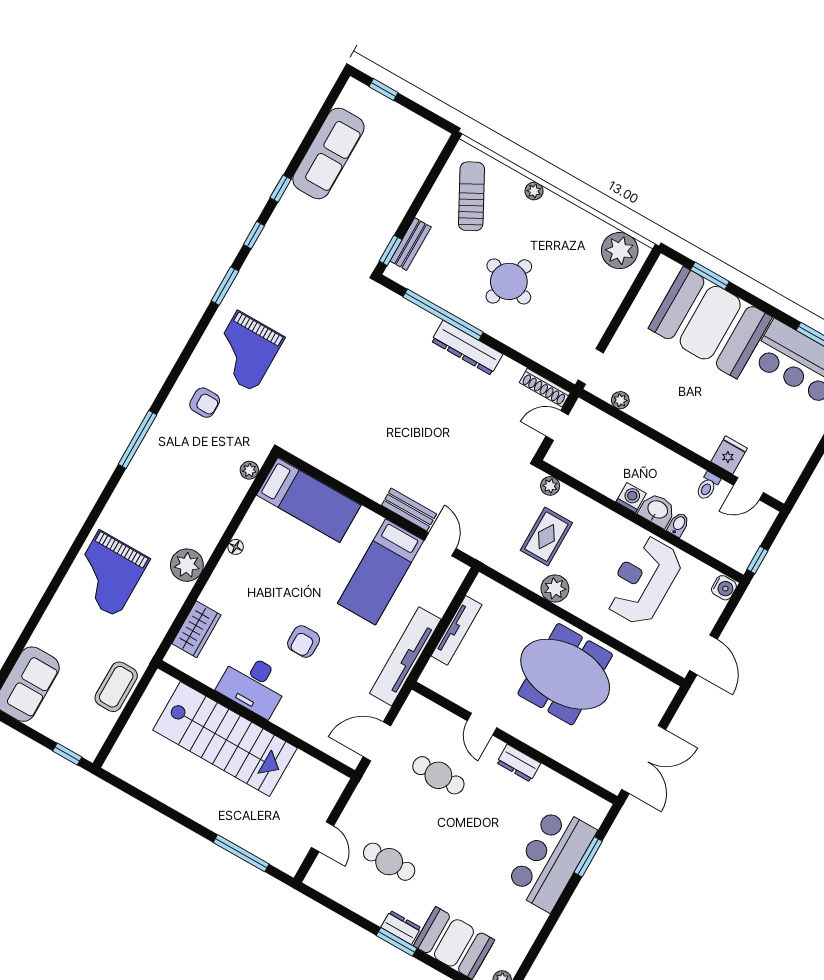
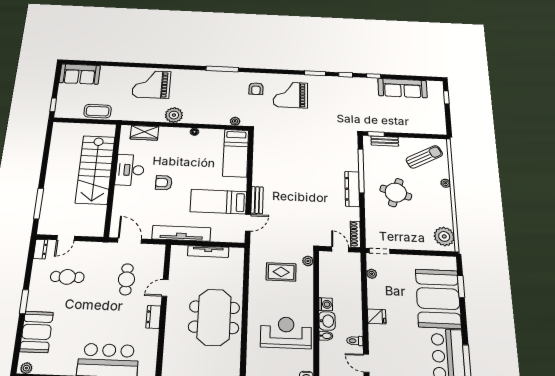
fridge: (729, 455) -> (377, 316), moved
plant: (555, 589) -> (257, 289), removed
cafe table: (389, 862) -> (67, 277), turned 90
dresser: (401, 928) -> (40, 249), moved

